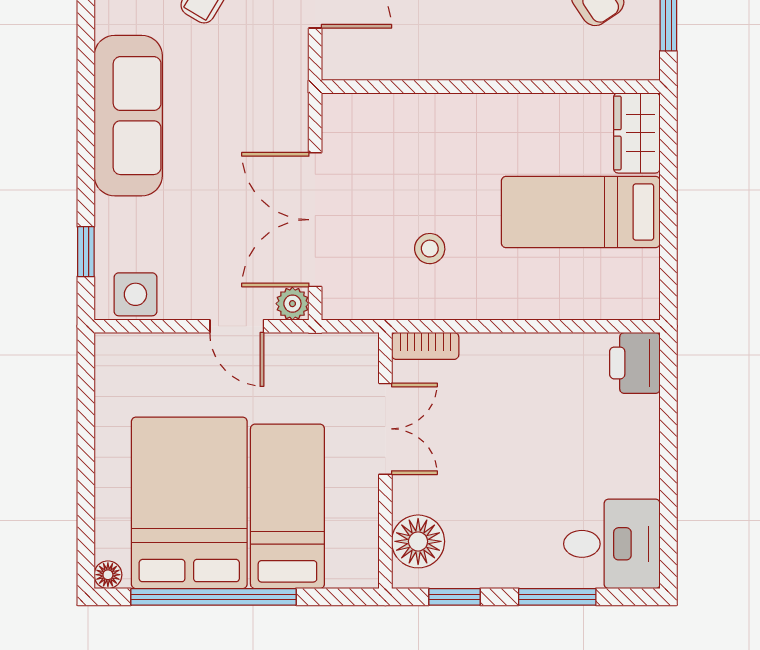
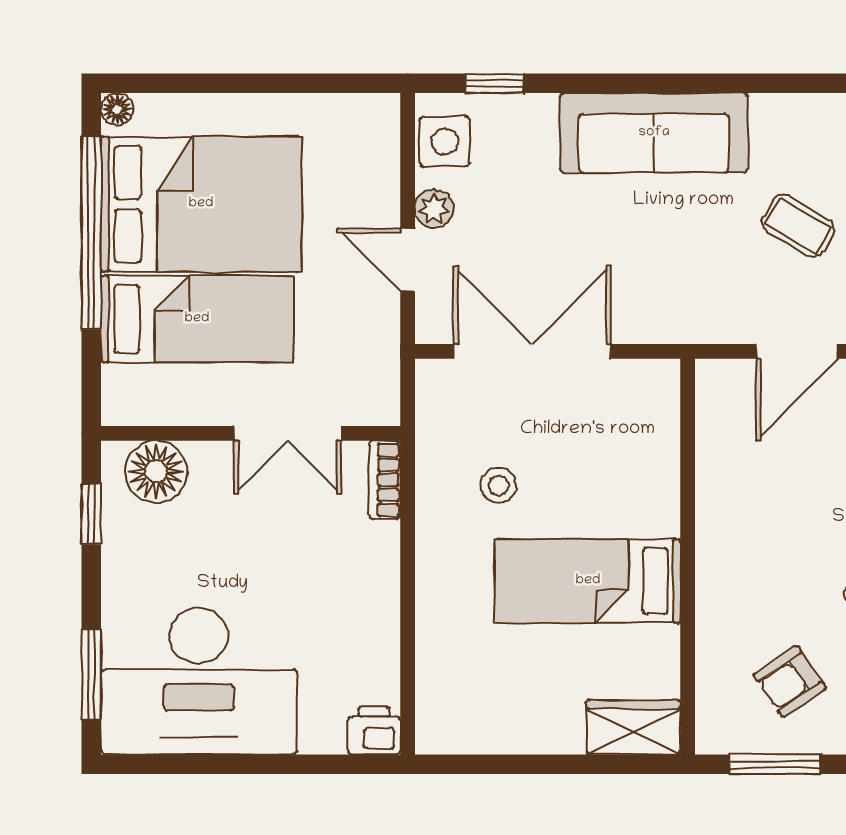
bed: (581, 212) -> (588, 581), moved, turned -90
plant: (292, 304) -> (434, 209), moved
door: (237, 326) -> (408, 260), hinge flipped
printer: (635, 363) -> (374, 731), width x0.73, depth x0.81
desk: (612, 544) -> (199, 681), width x1.87, depth x1.30
window: (557, 597) -> (91, 675), moved

